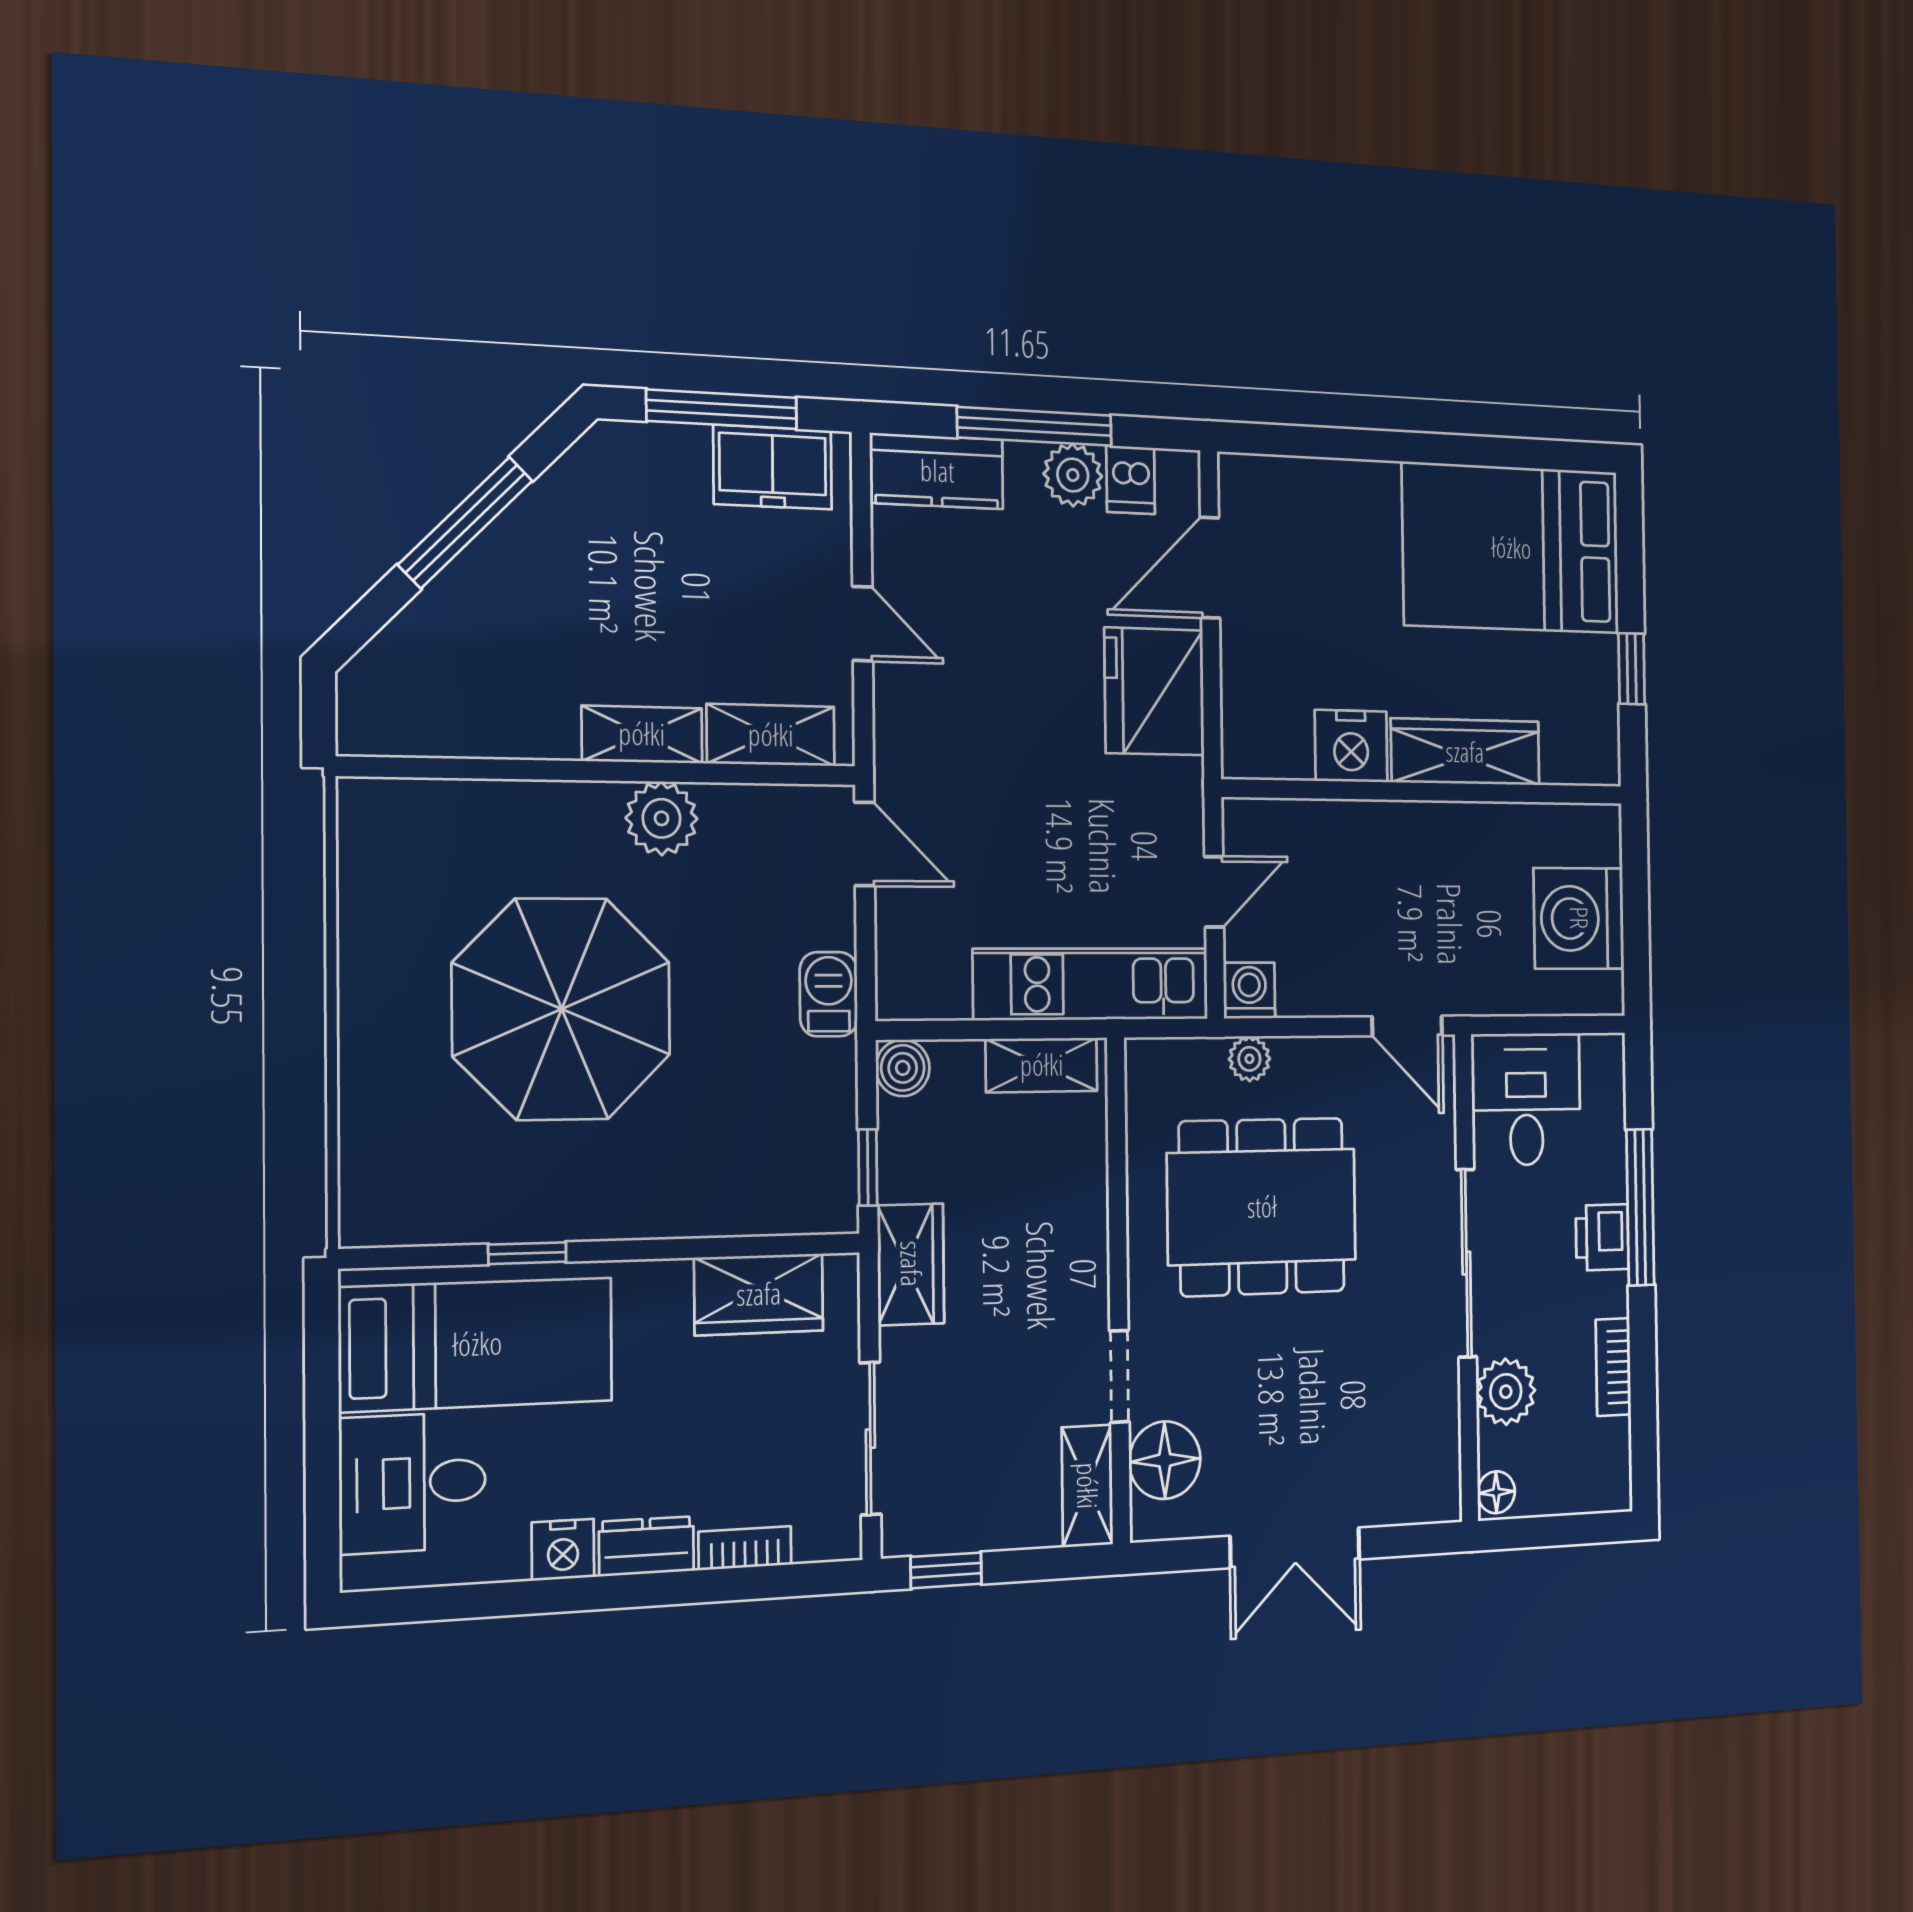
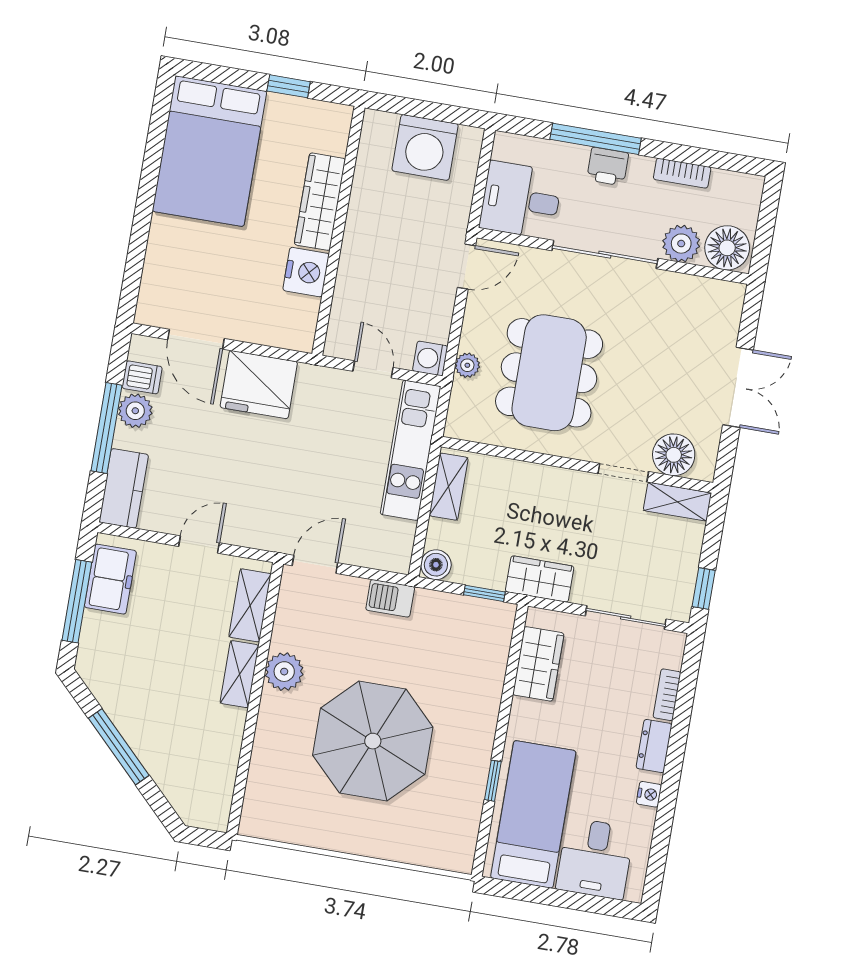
floor lamp: (1496, 1492) -> (727, 248), width x1.89, depth x1.89
nightstand: (563, 1550) -> (649, 794), width x0.72, depth x0.74

